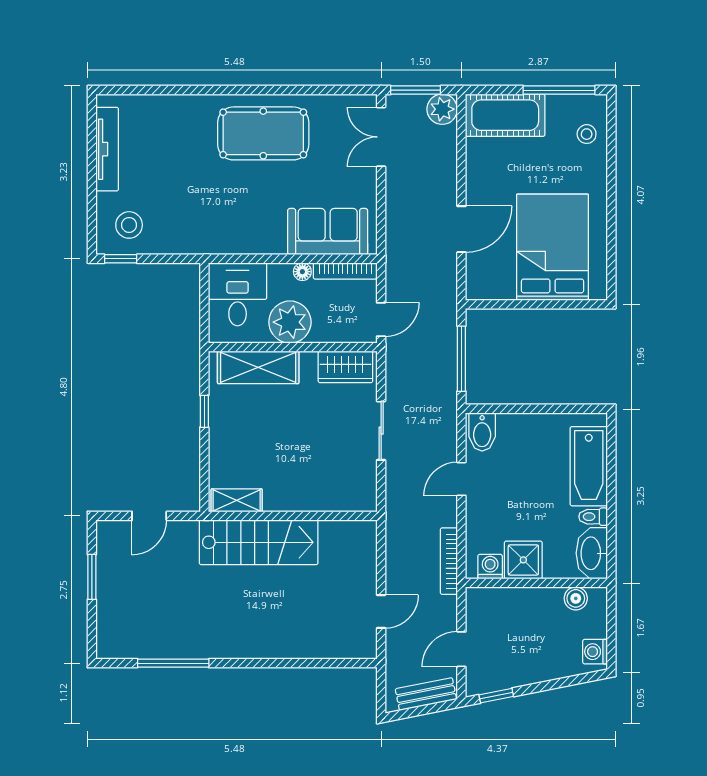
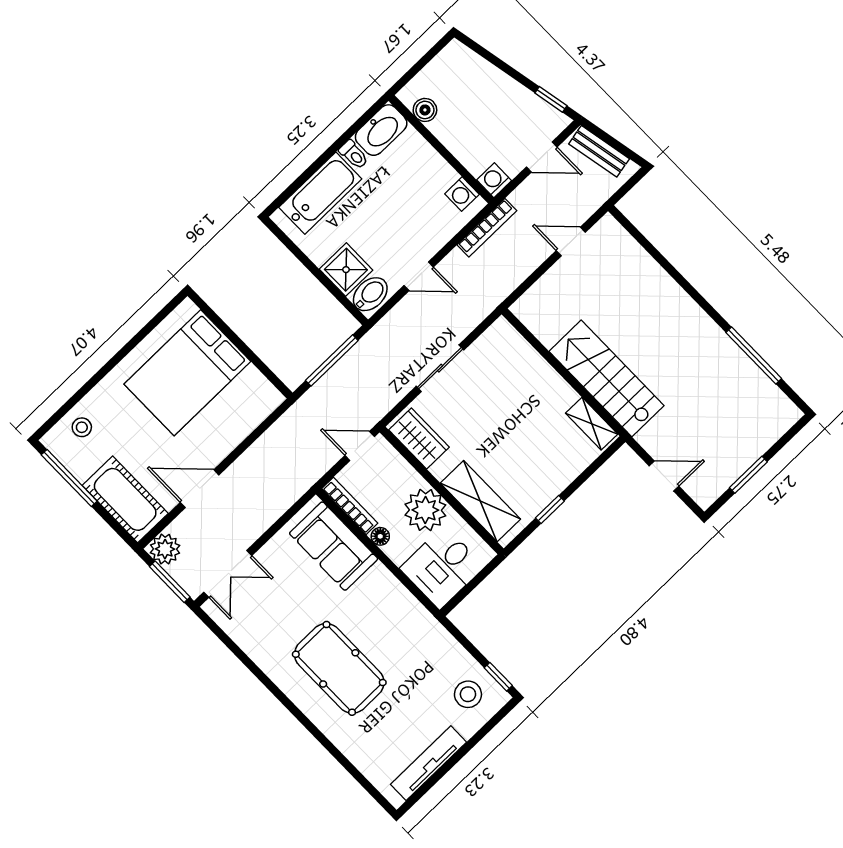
pool table: (263, 133) -> (339, 668), moved
door: (461, 229) -> (200, 489), moved
shower: (523, 560) -> (346, 270), moved
washing machine: (595, 652) -> (494, 180), moved, turned 180

